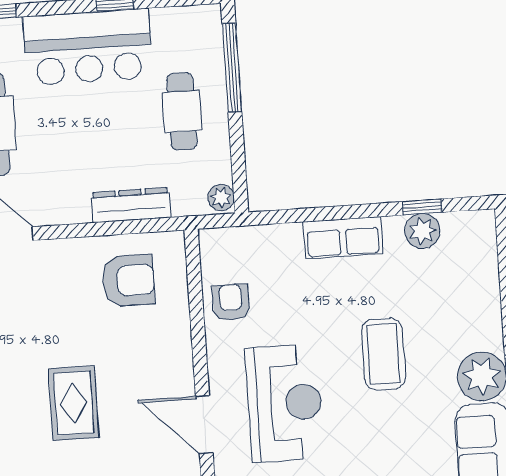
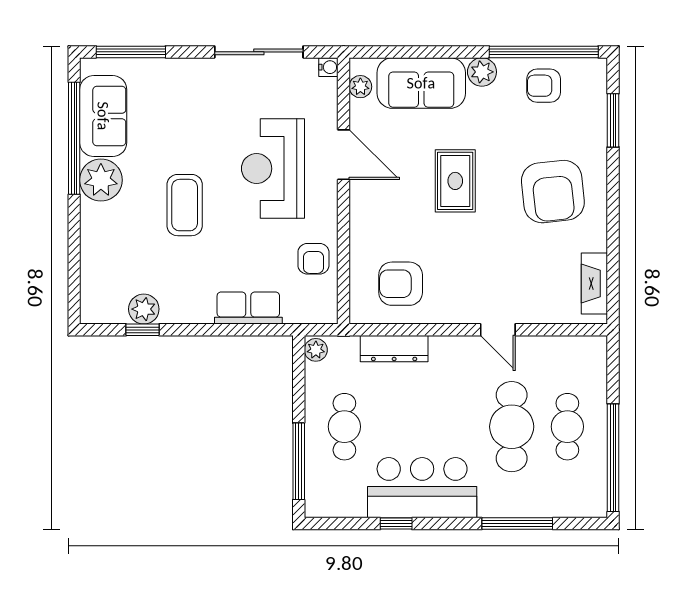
row of seats: (343, 238) -> (248, 308), moved

